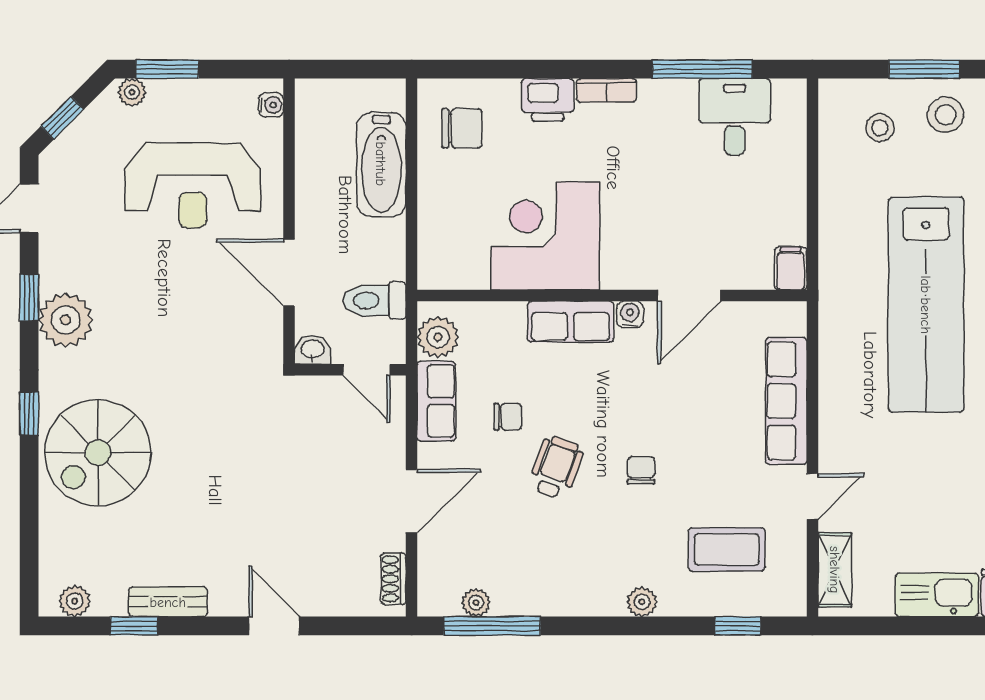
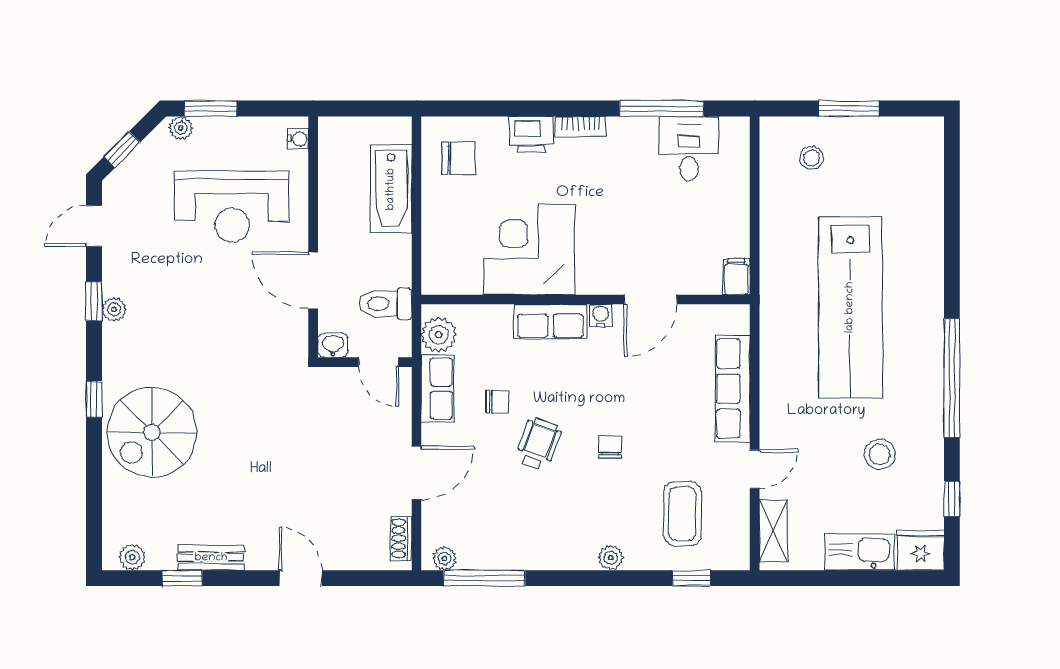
stool: (945, 115) -> (880, 454), moved
plant: (66, 320) -> (114, 309), width x0.53, depth x0.53
coffee table: (727, 549) -> (682, 514), turned 90
plant: (476, 603) -> (444, 558), moved

